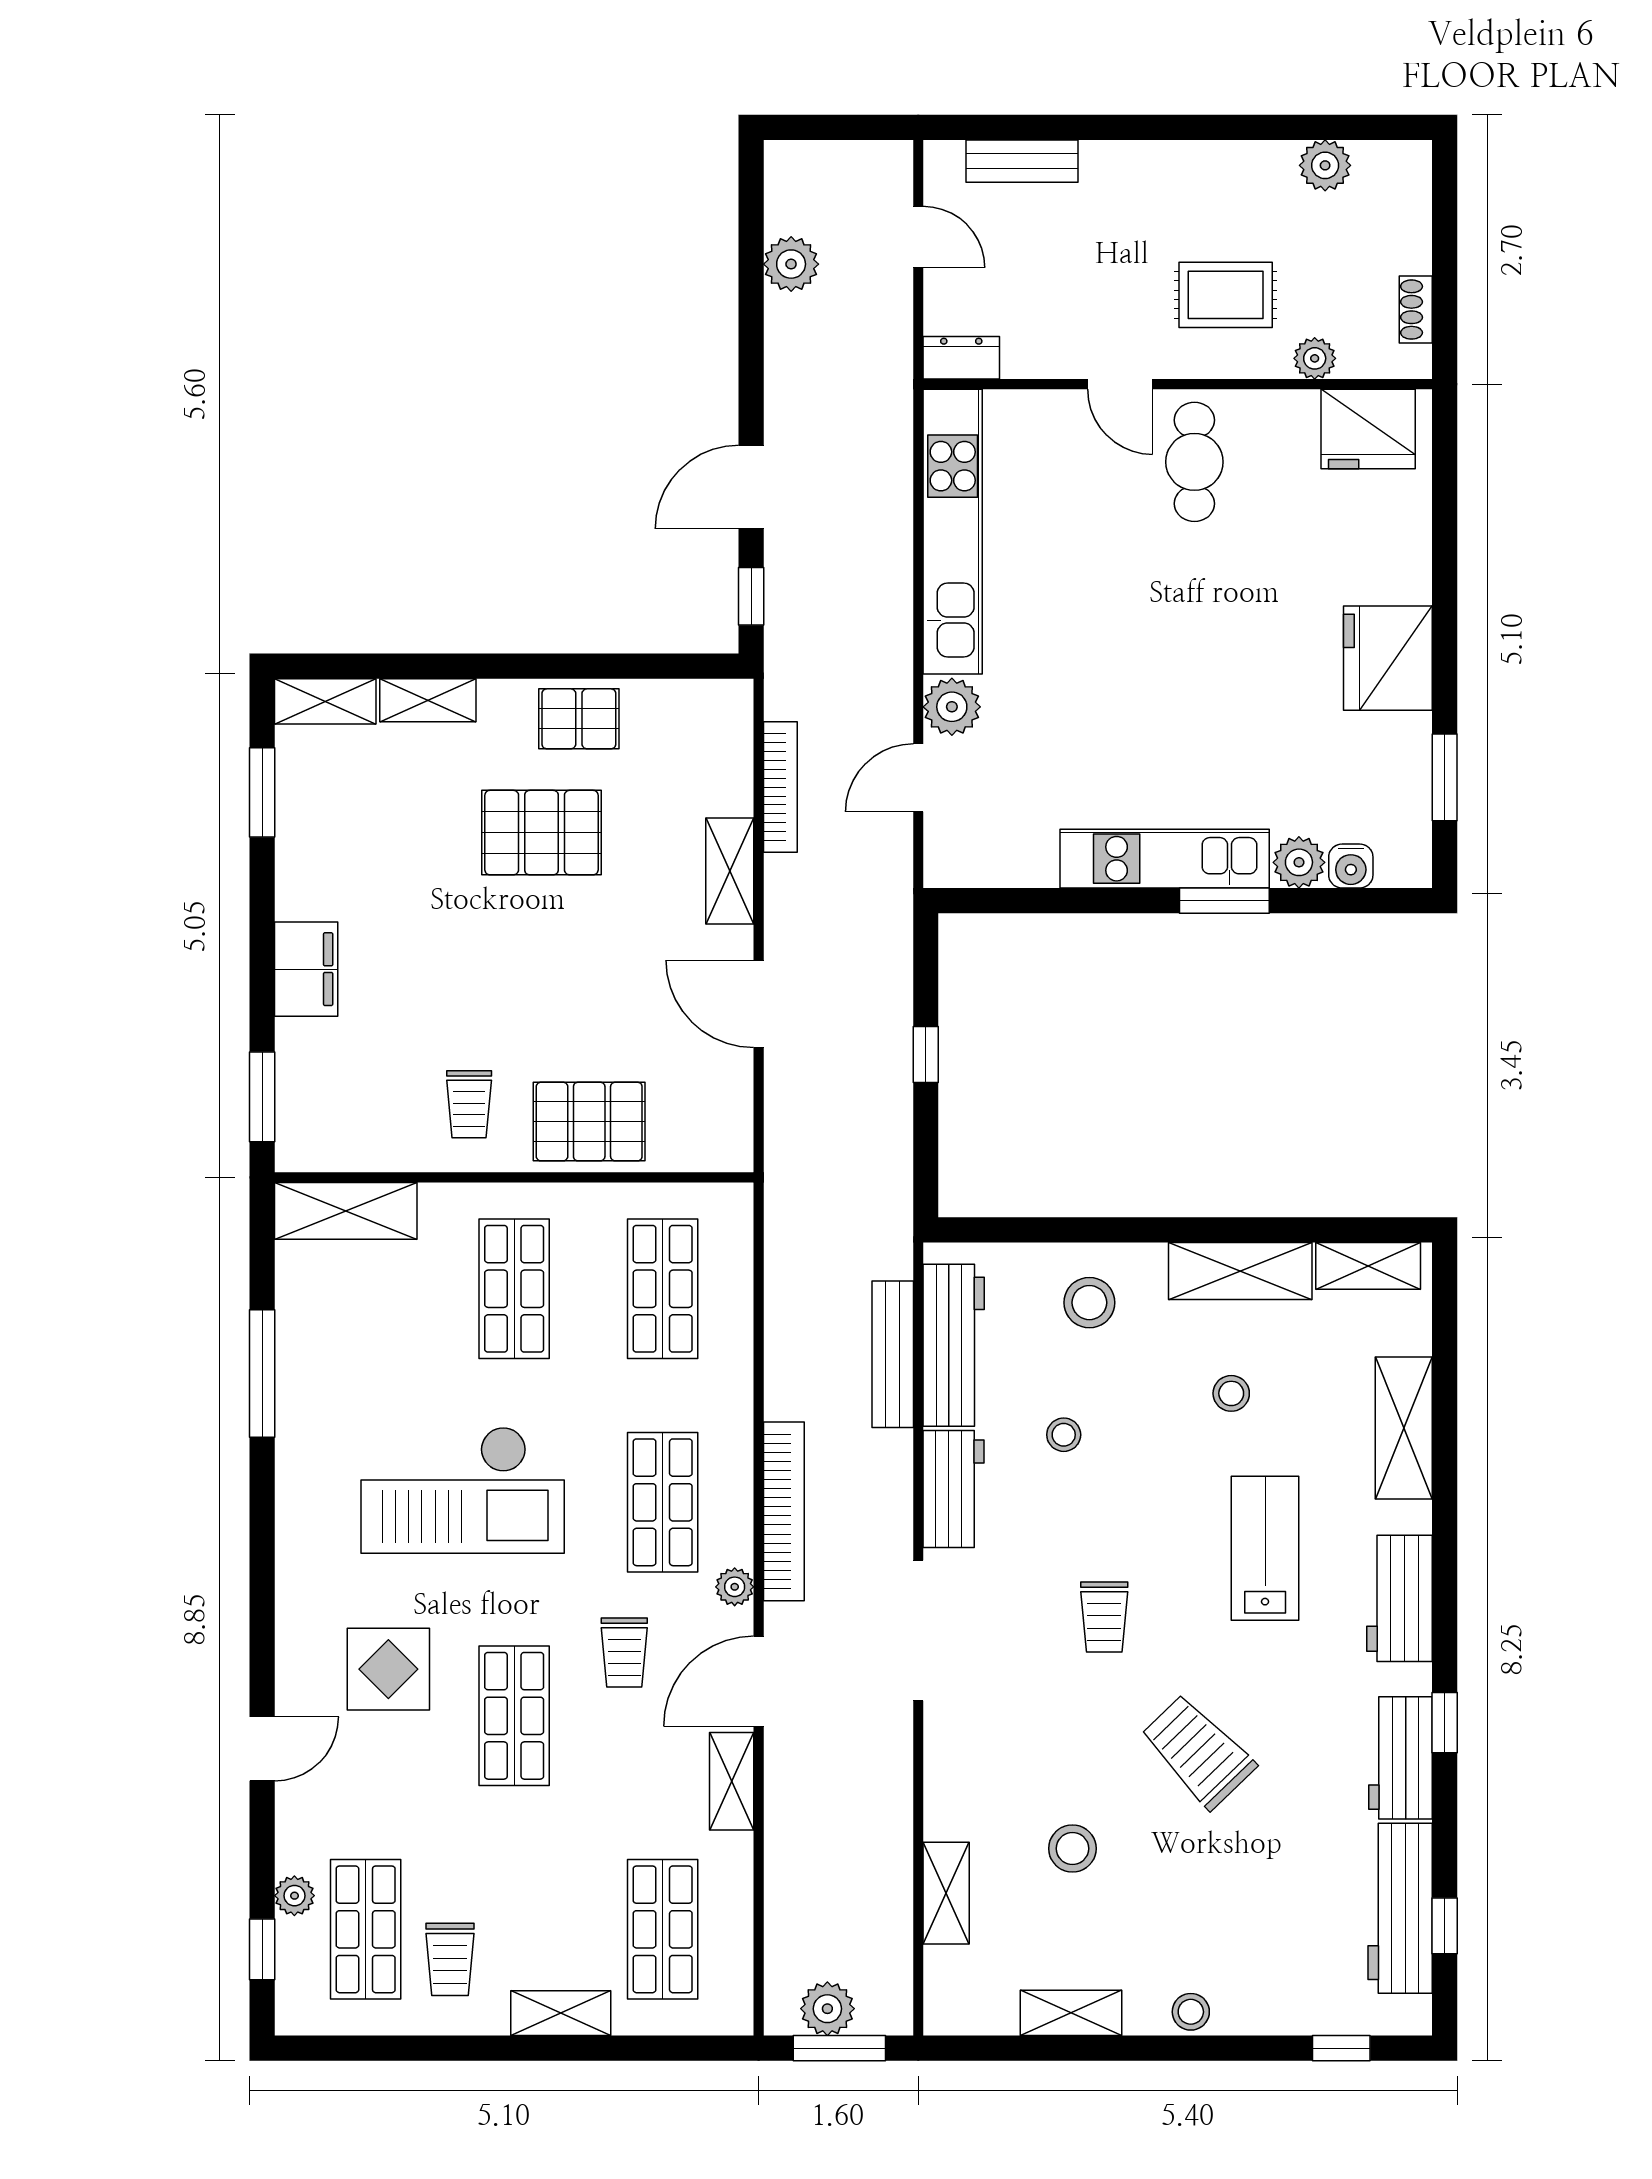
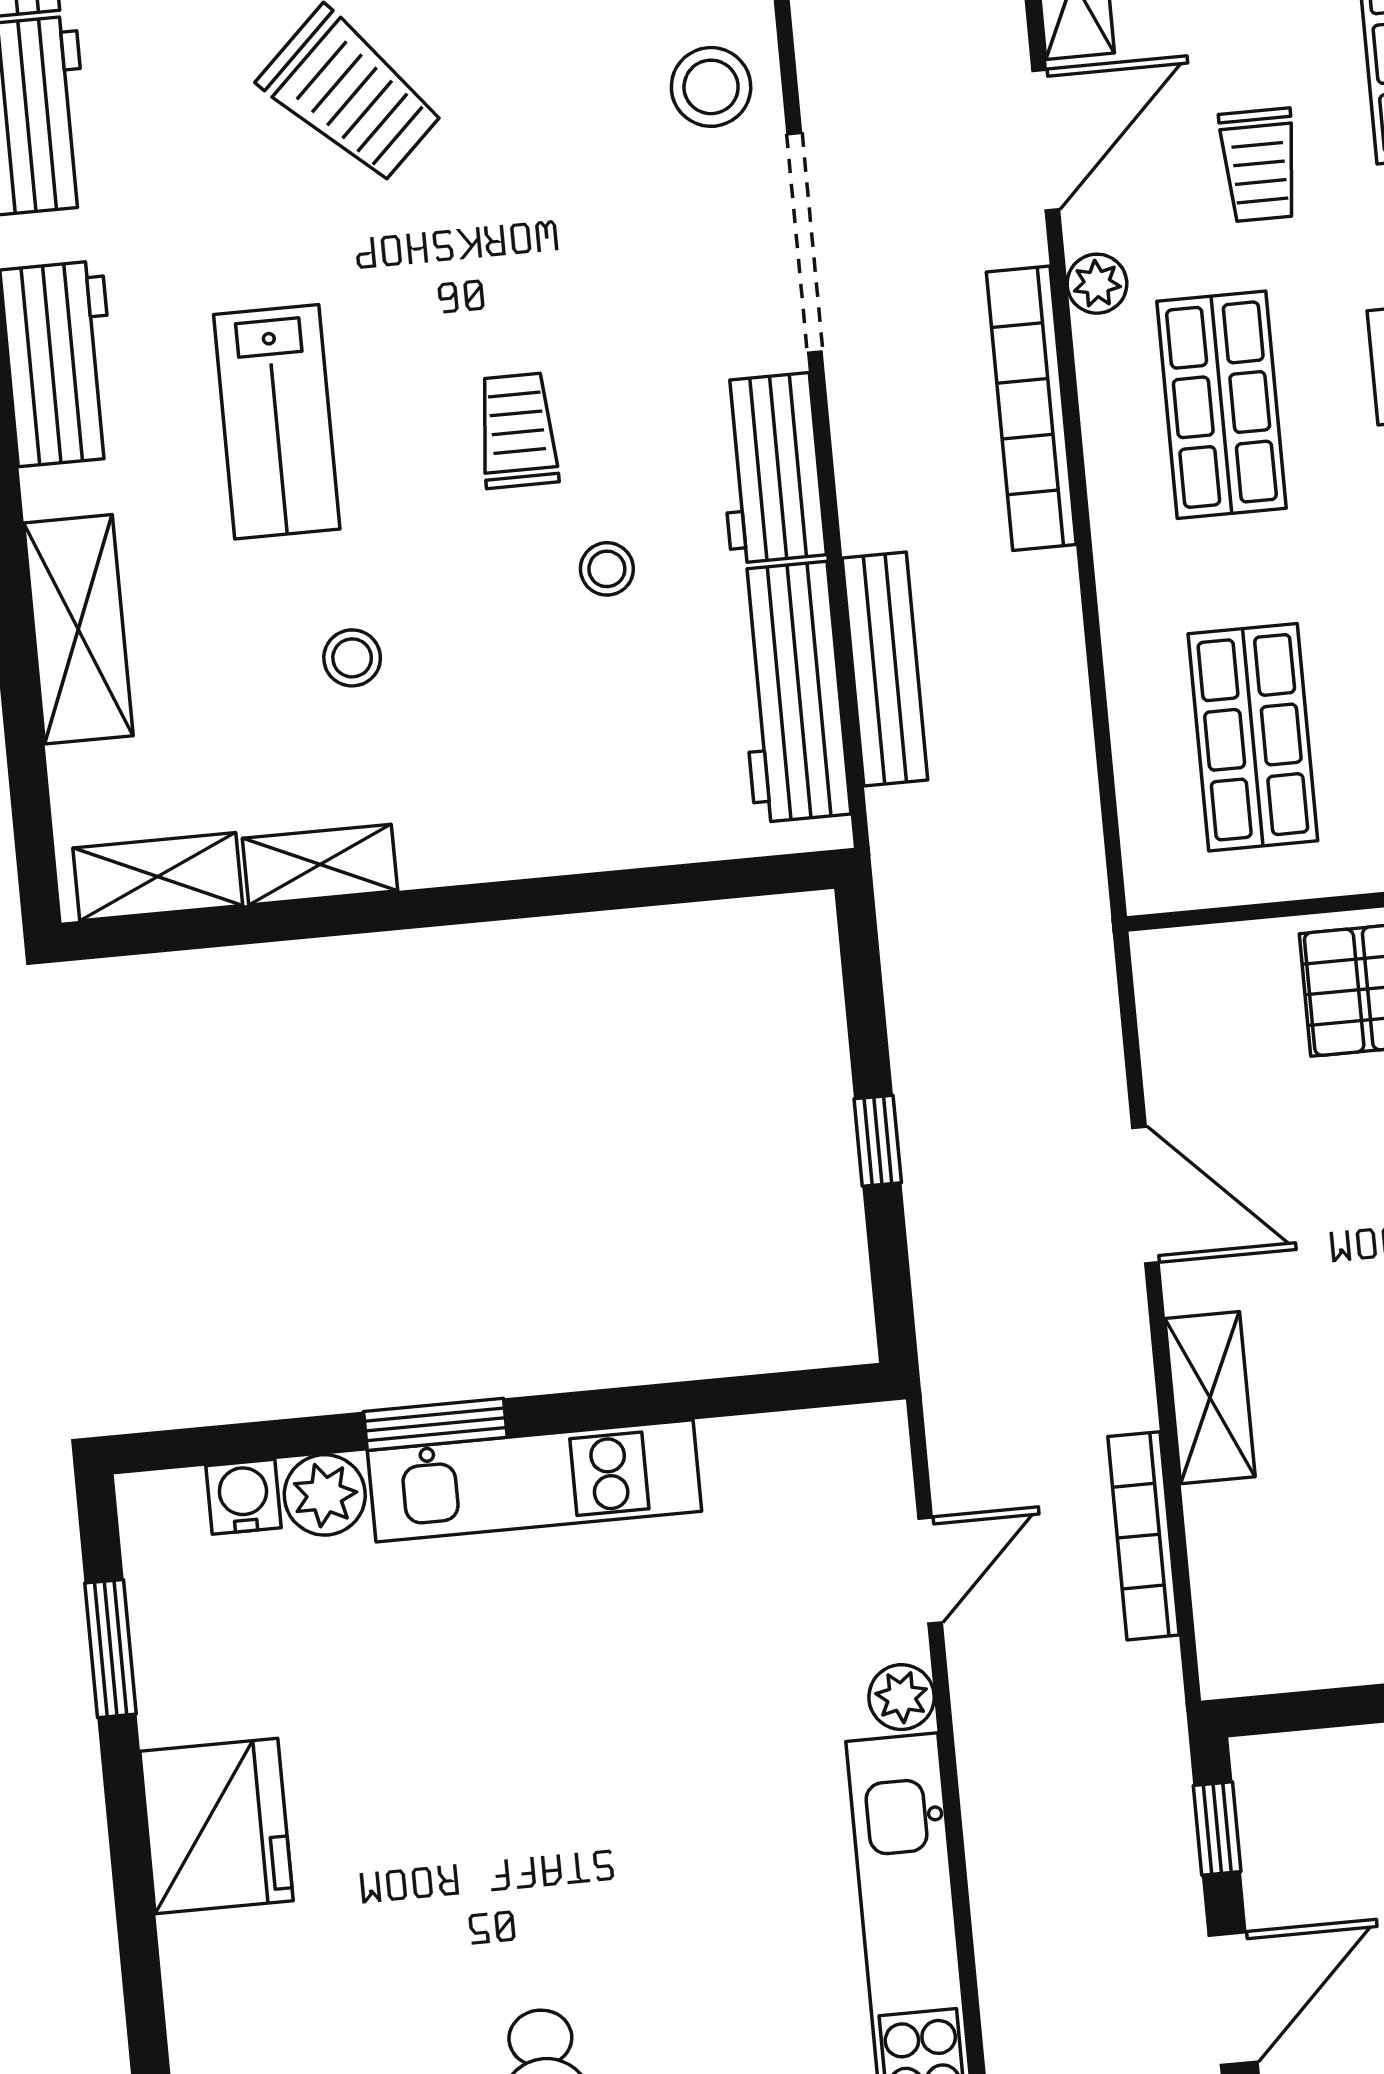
plant: (952, 707) -> (902, 1697), width x0.73, depth x0.73
shelving: (1240, 1271) -> (320, 865), width x0.67, depth x0.75
stool: (1089, 1303) -> (711, 87), moved
trolley: (1104, 1617) -> (518, 431), moved
trolley: (624, 1653) -> (1259, 165), turned 180

